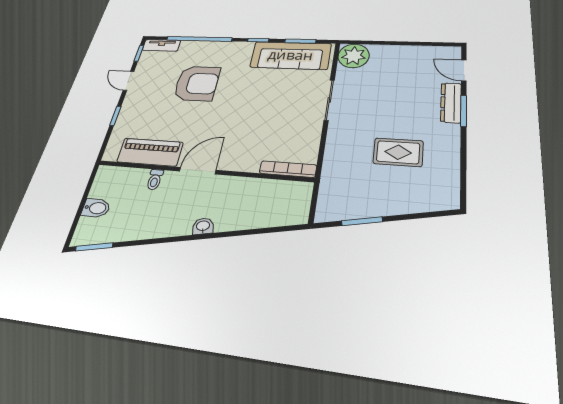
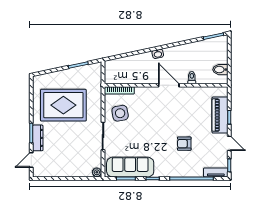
plant: (354, 56) -> (97, 172), width x0.53, depth x0.53
door: (464, 70) -> (31, 160), swing flipped
armchair: (197, 83) -> (184, 144), width x0.53, depth x0.53
side table: (293, 132) -> (120, 113), added
piano: (150, 152) -> (220, 115), moved, turned 90
rug: (398, 152) -> (63, 105), width x1.86, depth x2.06
door: (198, 171) -> (169, 85), swing flipped
bidet: (96, 208) -> (220, 70), moved

